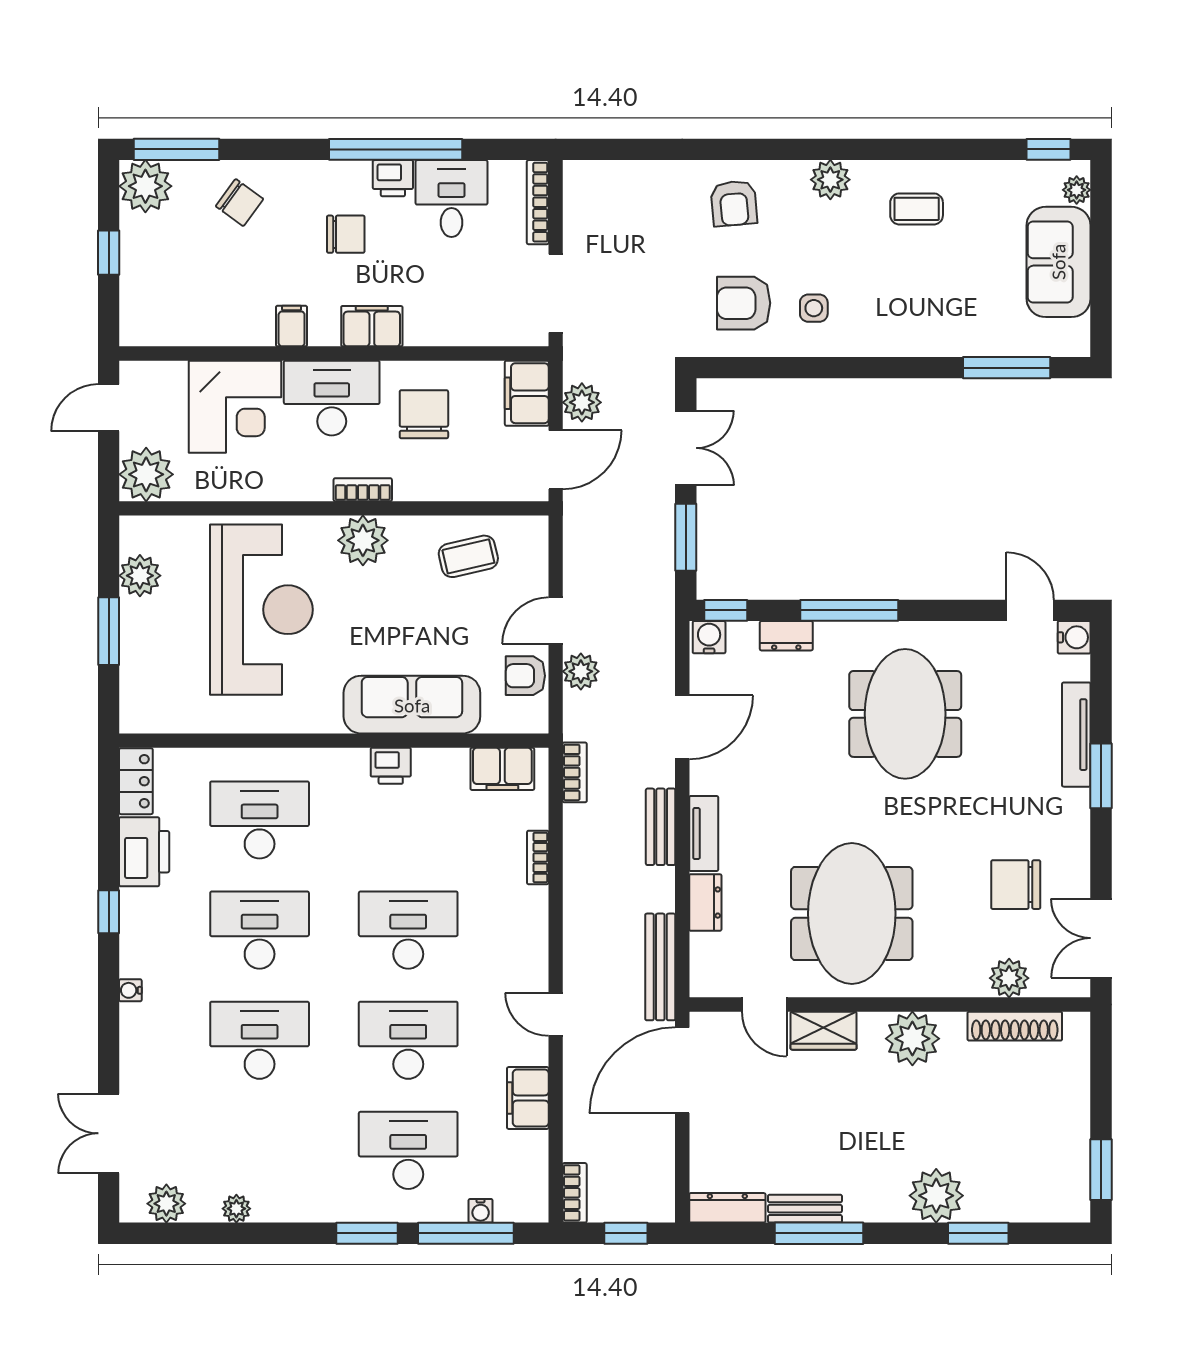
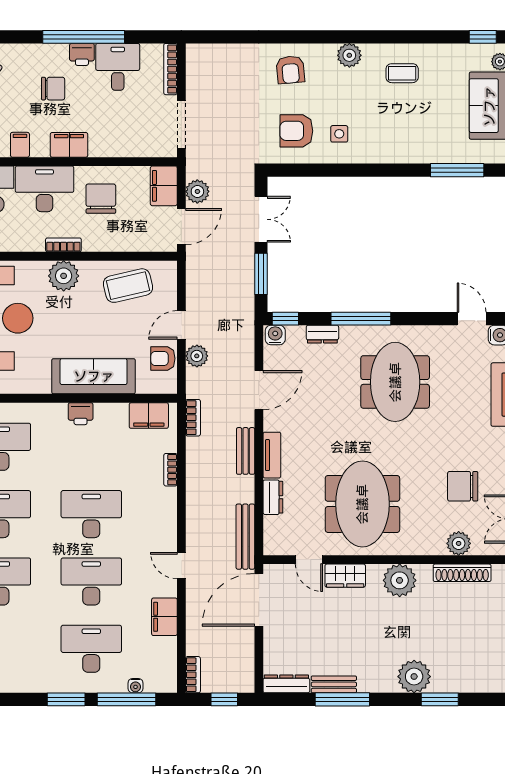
coffee table: (468, 556) -> (128, 286), width x1.36, depth x1.30

